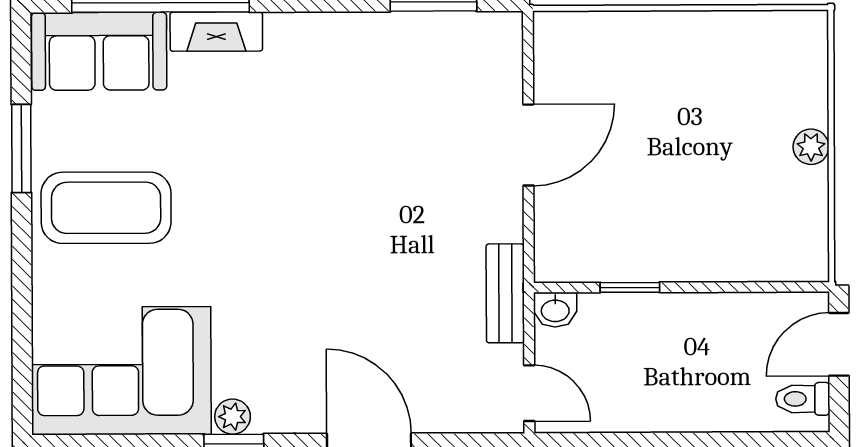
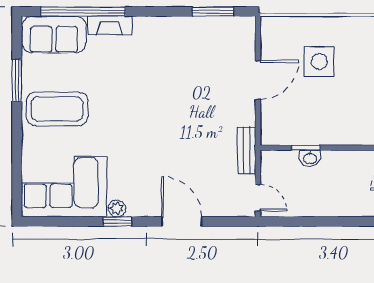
side table: (657, 106) -> (319, 61), added
washbasin: (555, 310) -> (310, 158), moved

